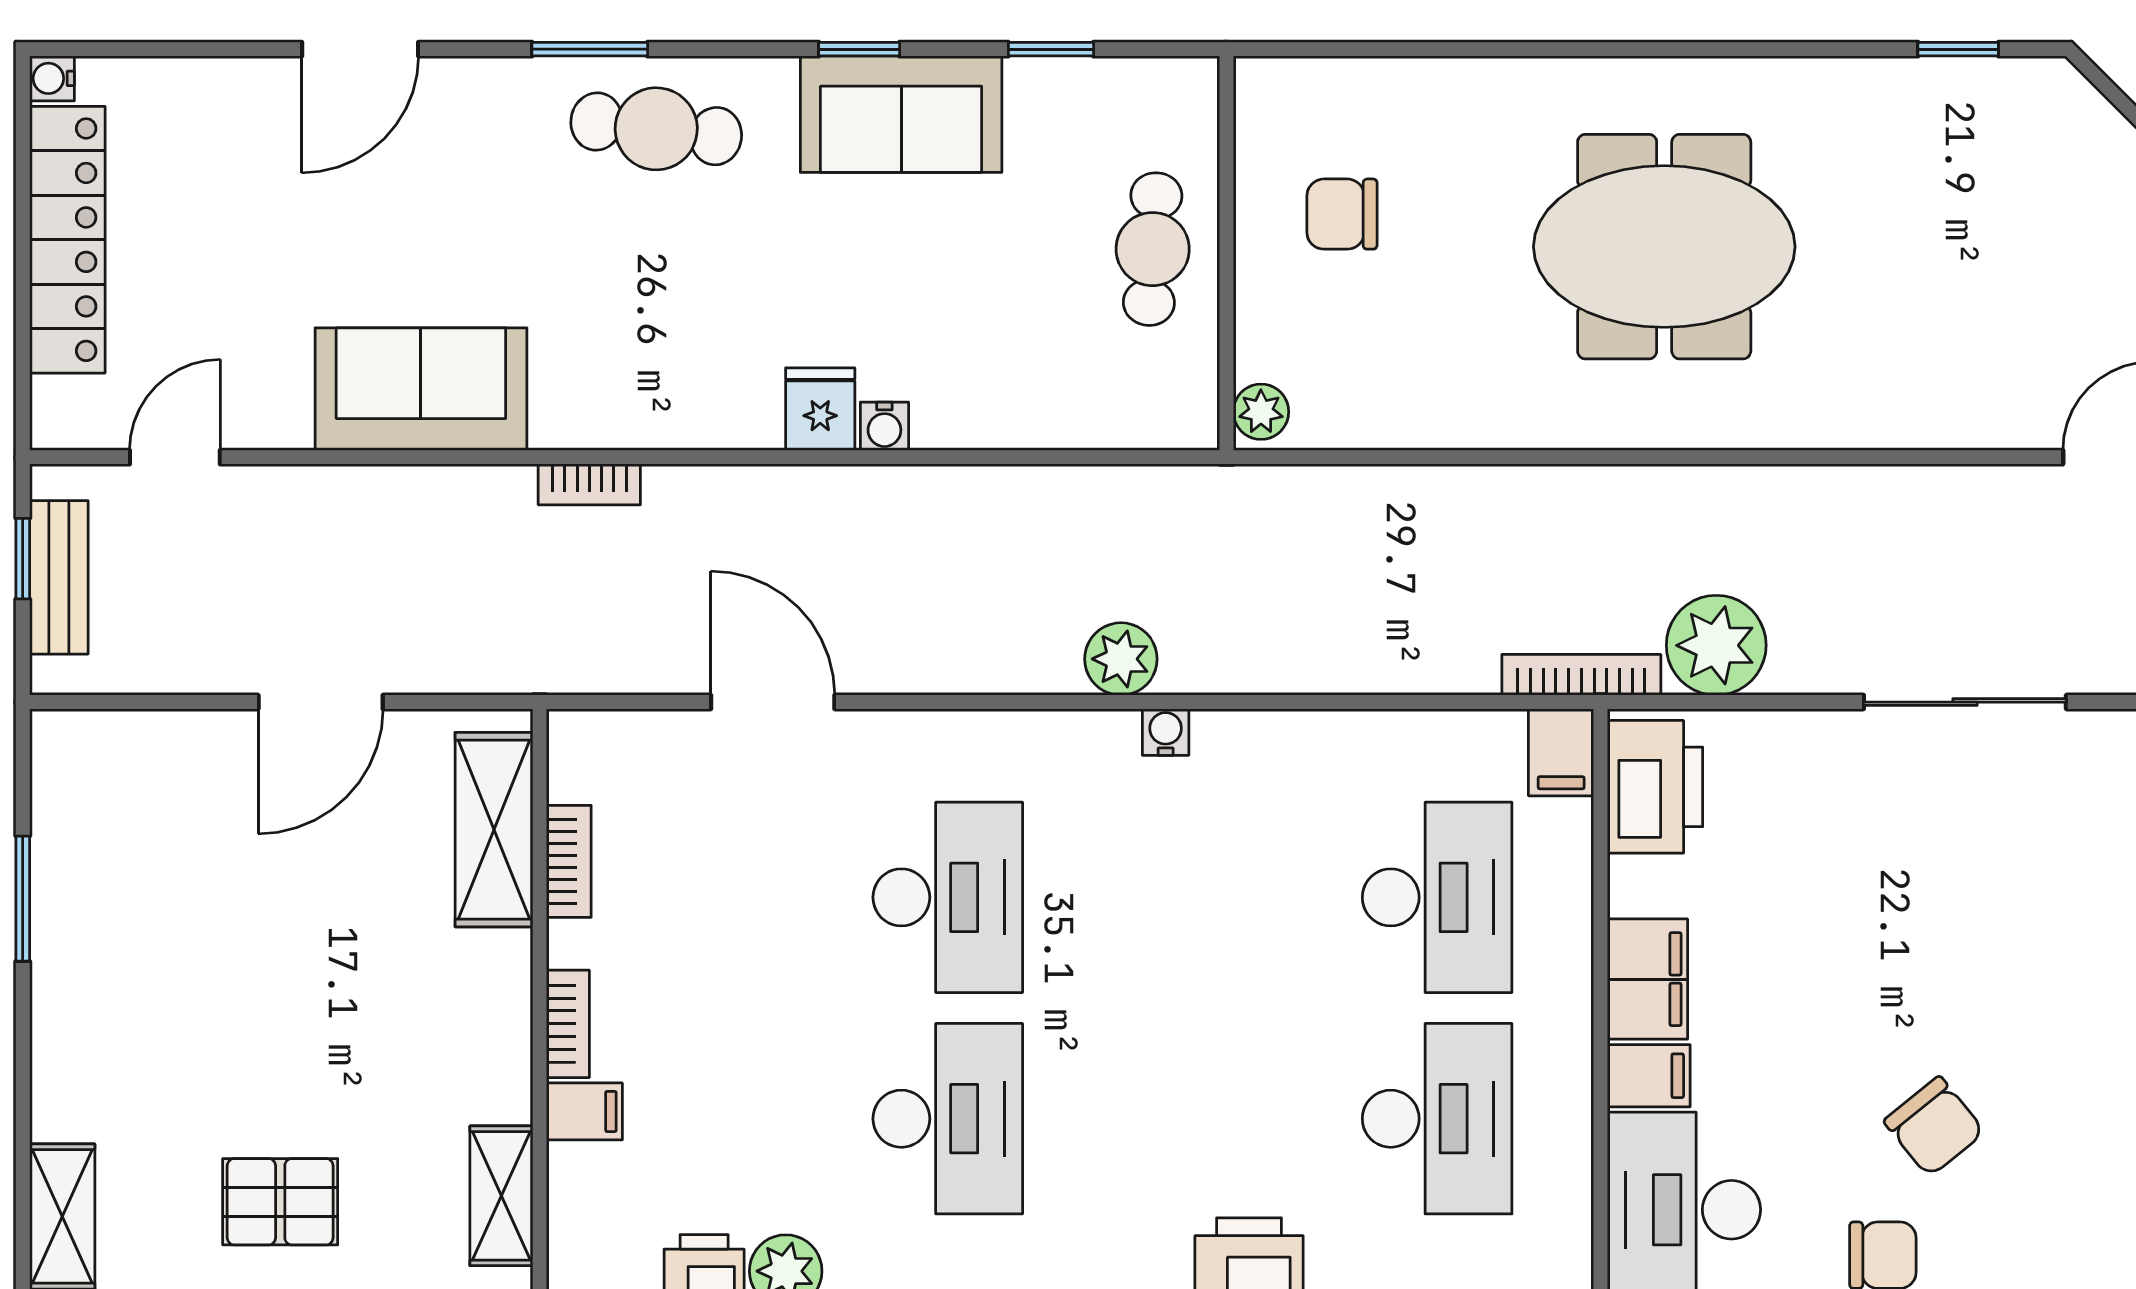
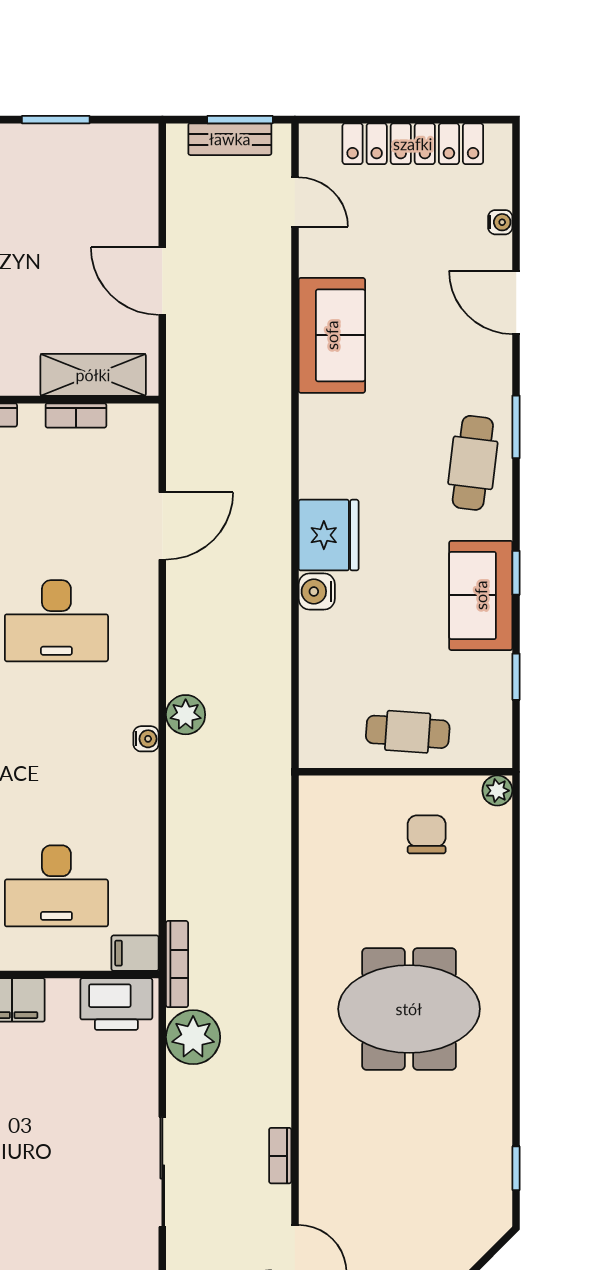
water cooler: (52, 78) -> (500, 222), moved, turned 90
meeting table: (1664, 247) -> (409, 1009), turned 90
fridge: (820, 409) -> (329, 535), width x1.88, depth x1.34
plant: (1261, 412) -> (497, 791), moved
water cooler: (884, 426) -> (317, 591), width x1.38, depth x1.38
bookcase: (589, 484) -> (280, 1156), moved
window: (23, 559) -> (240, 120), width x1.50

